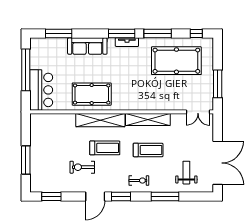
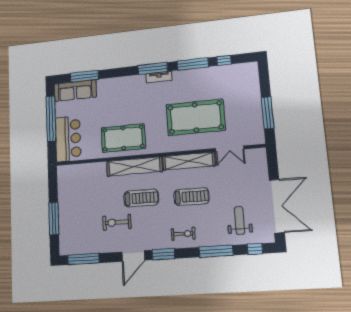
window: (196, 34) -> (224, 60), moved
sofa: (87, 46) -> (75, 91), moved
pool table: (176, 61) -> (195, 117), moved
double door: (198, 112) -> (230, 149), moved
window: (51, 196) -> (83, 259), width x1.44
window: (197, 196) -> (255, 249), added

